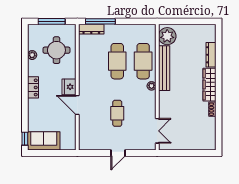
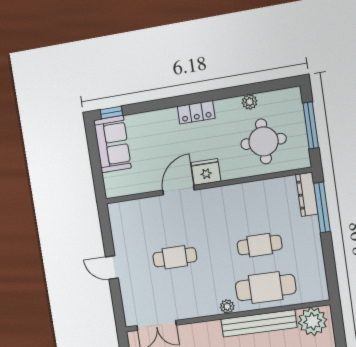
cafe table: (117, 61) -> (260, 245), width x0.73, depth x0.74

